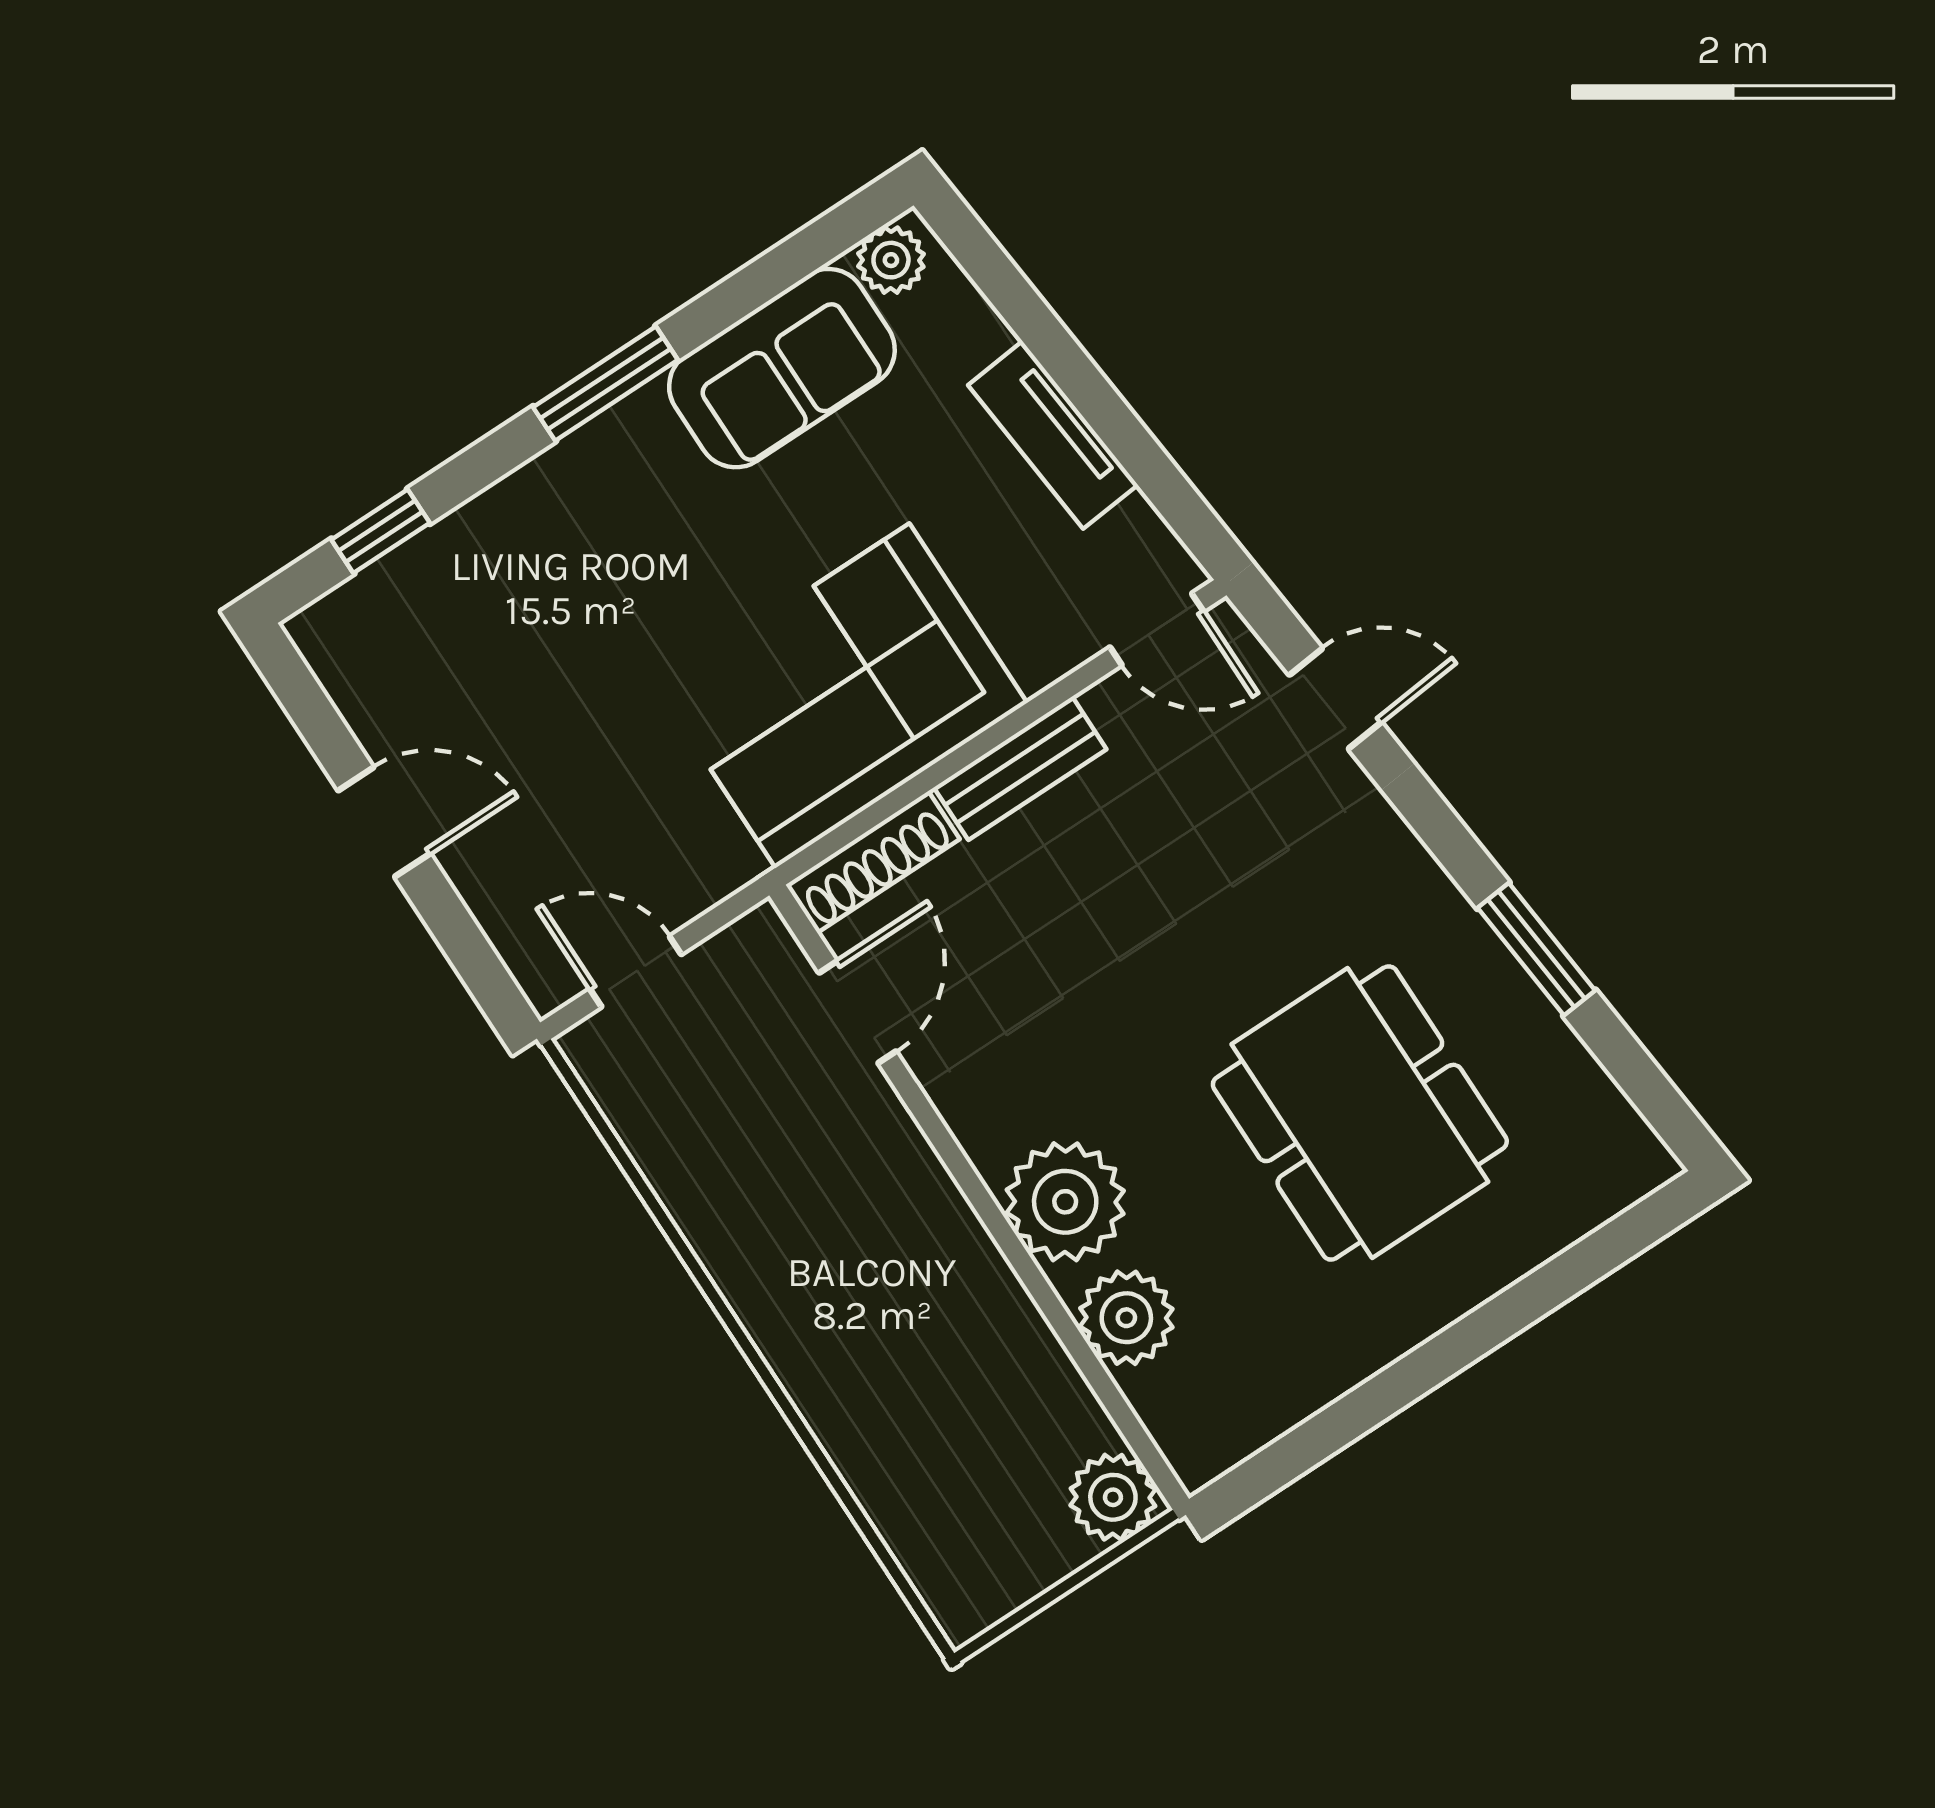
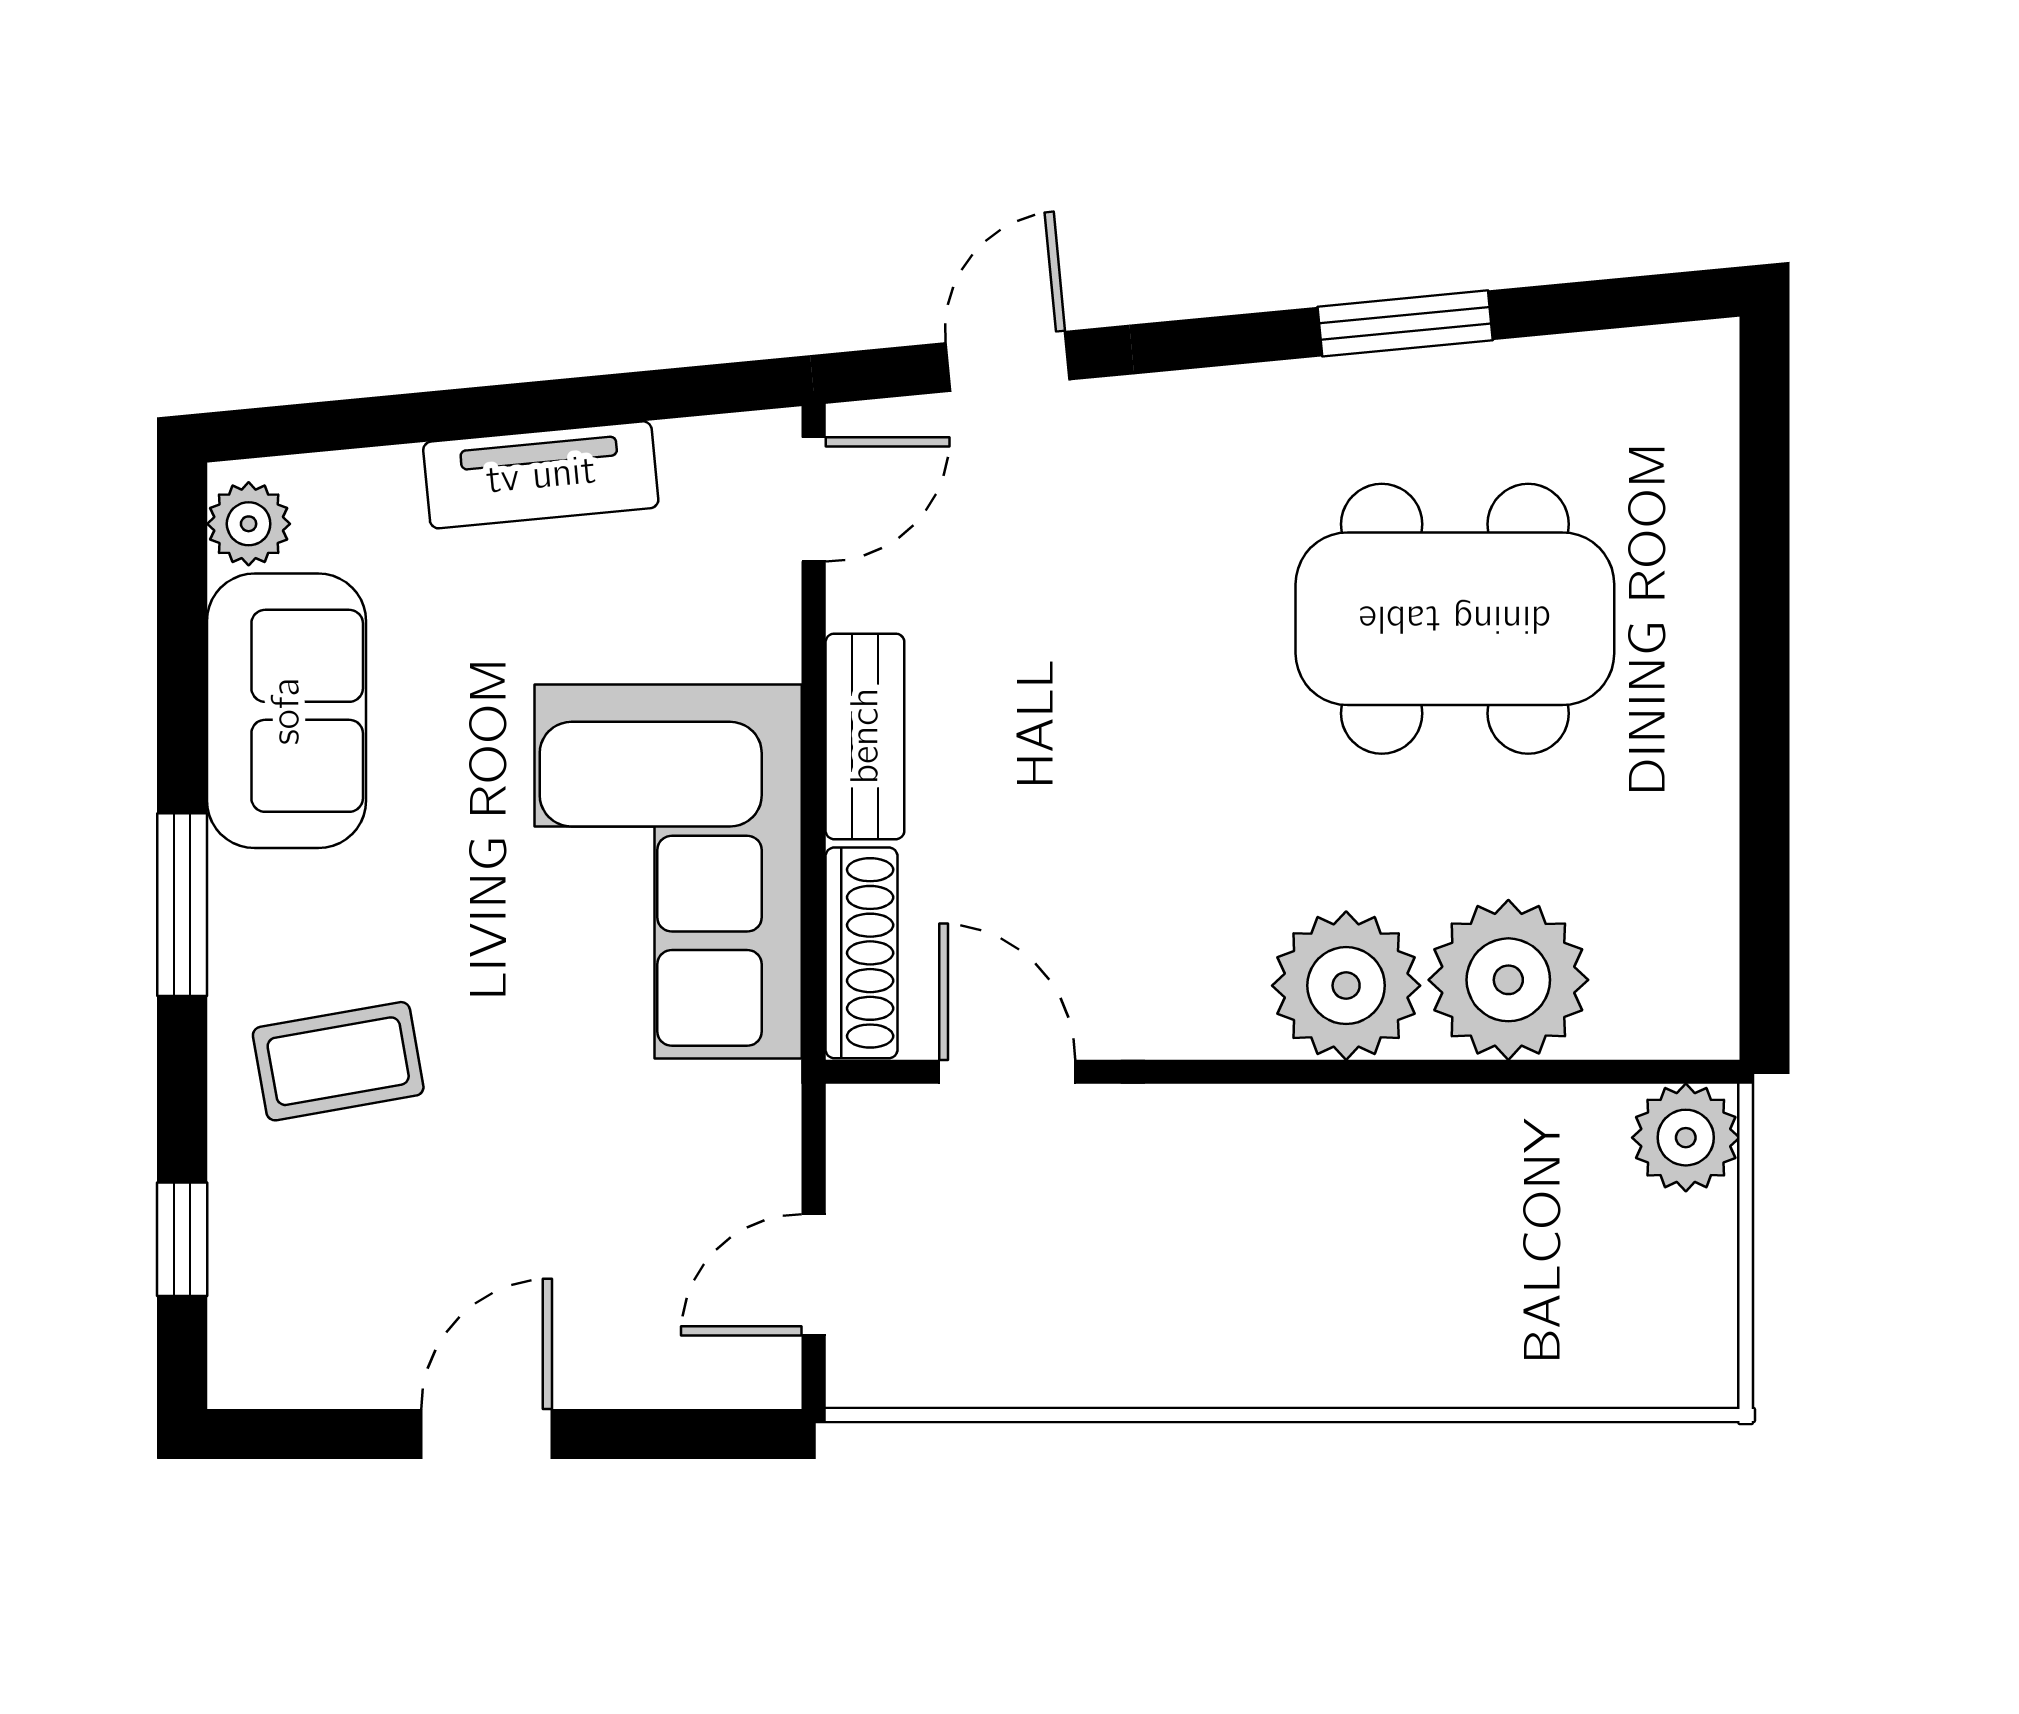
coffee table: (569, 558) -> (338, 1061), added
plant: (1126, 1318) -> (1508, 980), width x1.36, depth x1.36

